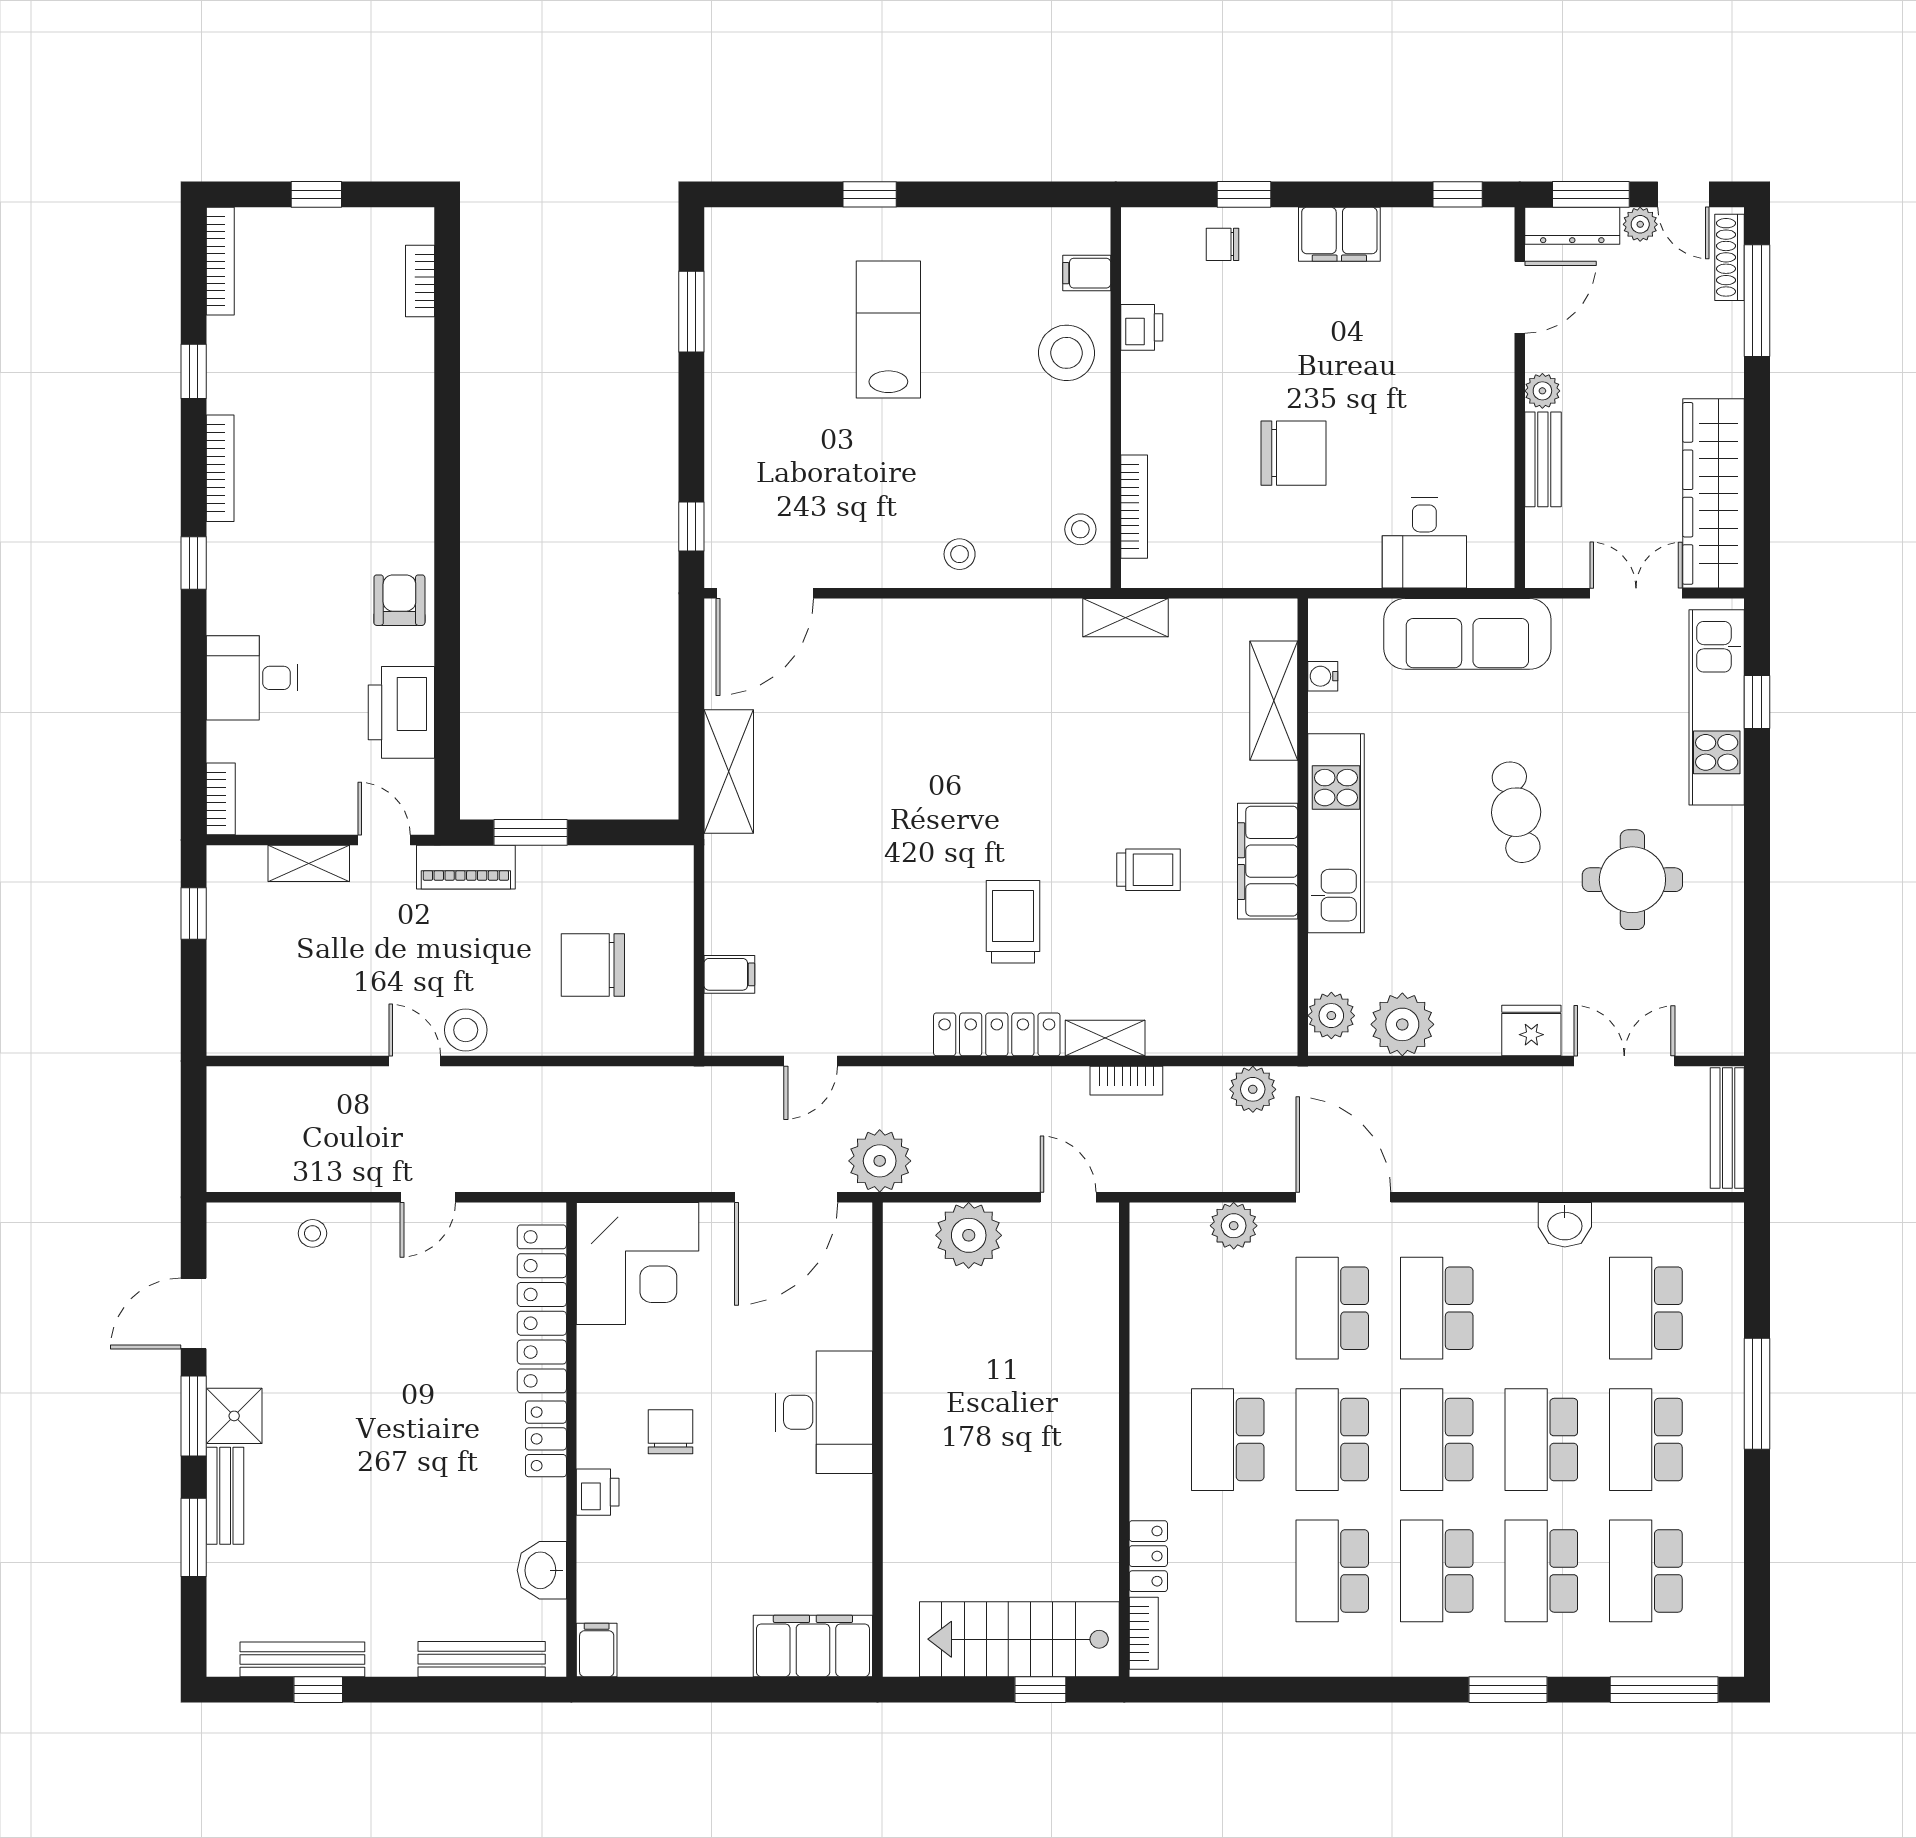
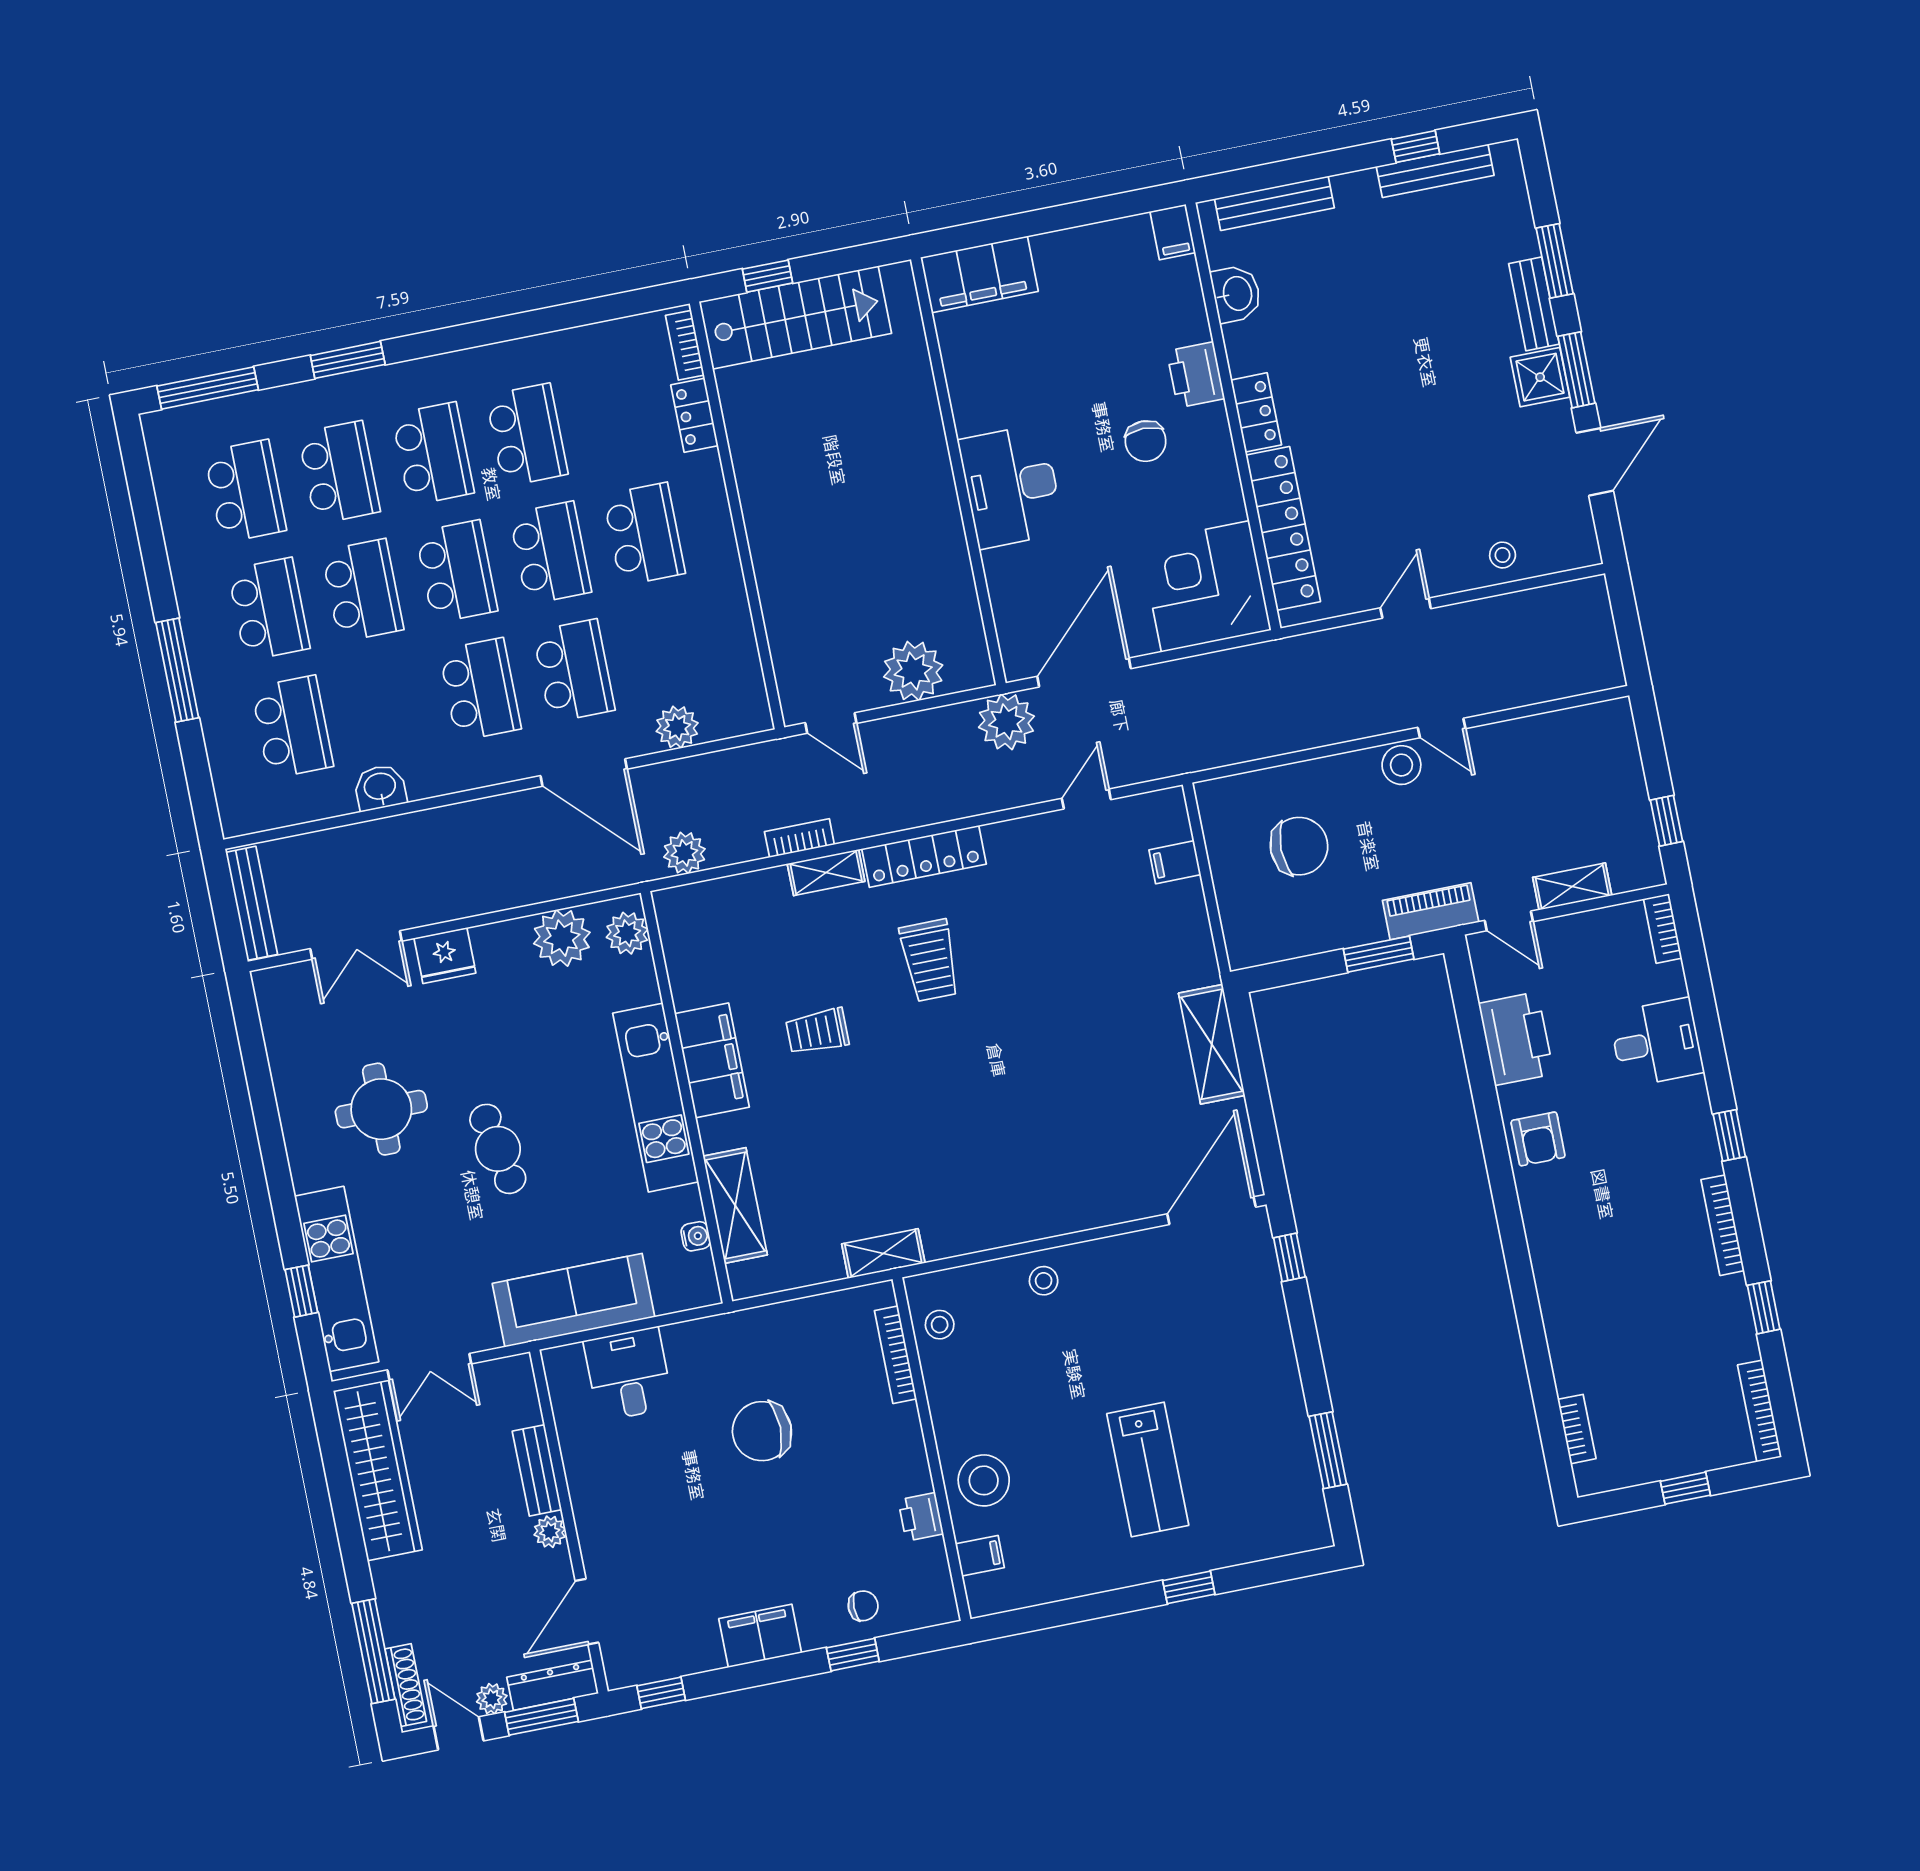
printer: (598, 1492) -> (1196, 375), width x1.36, depth x1.24

